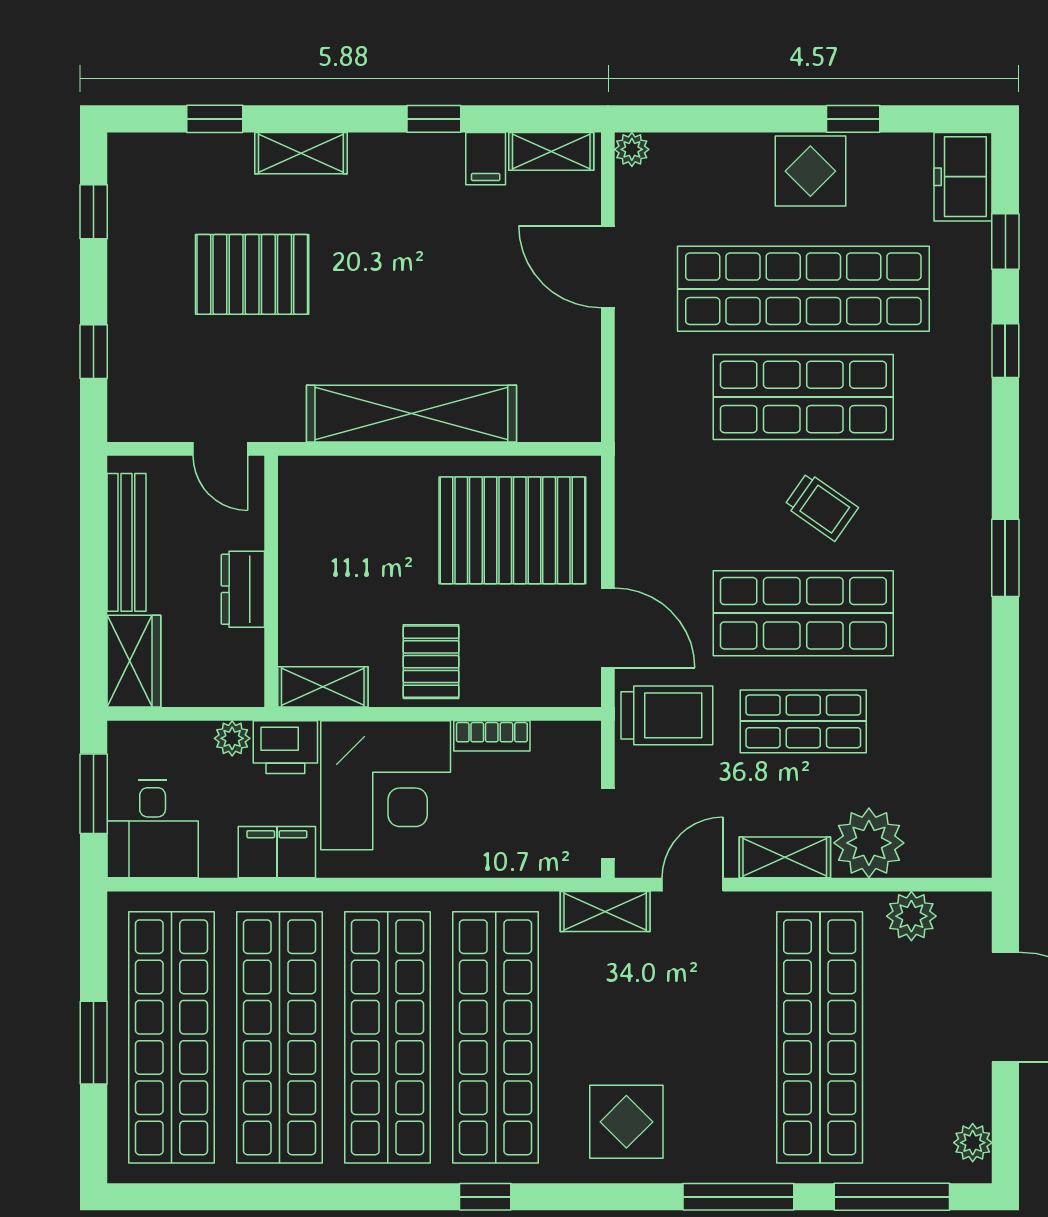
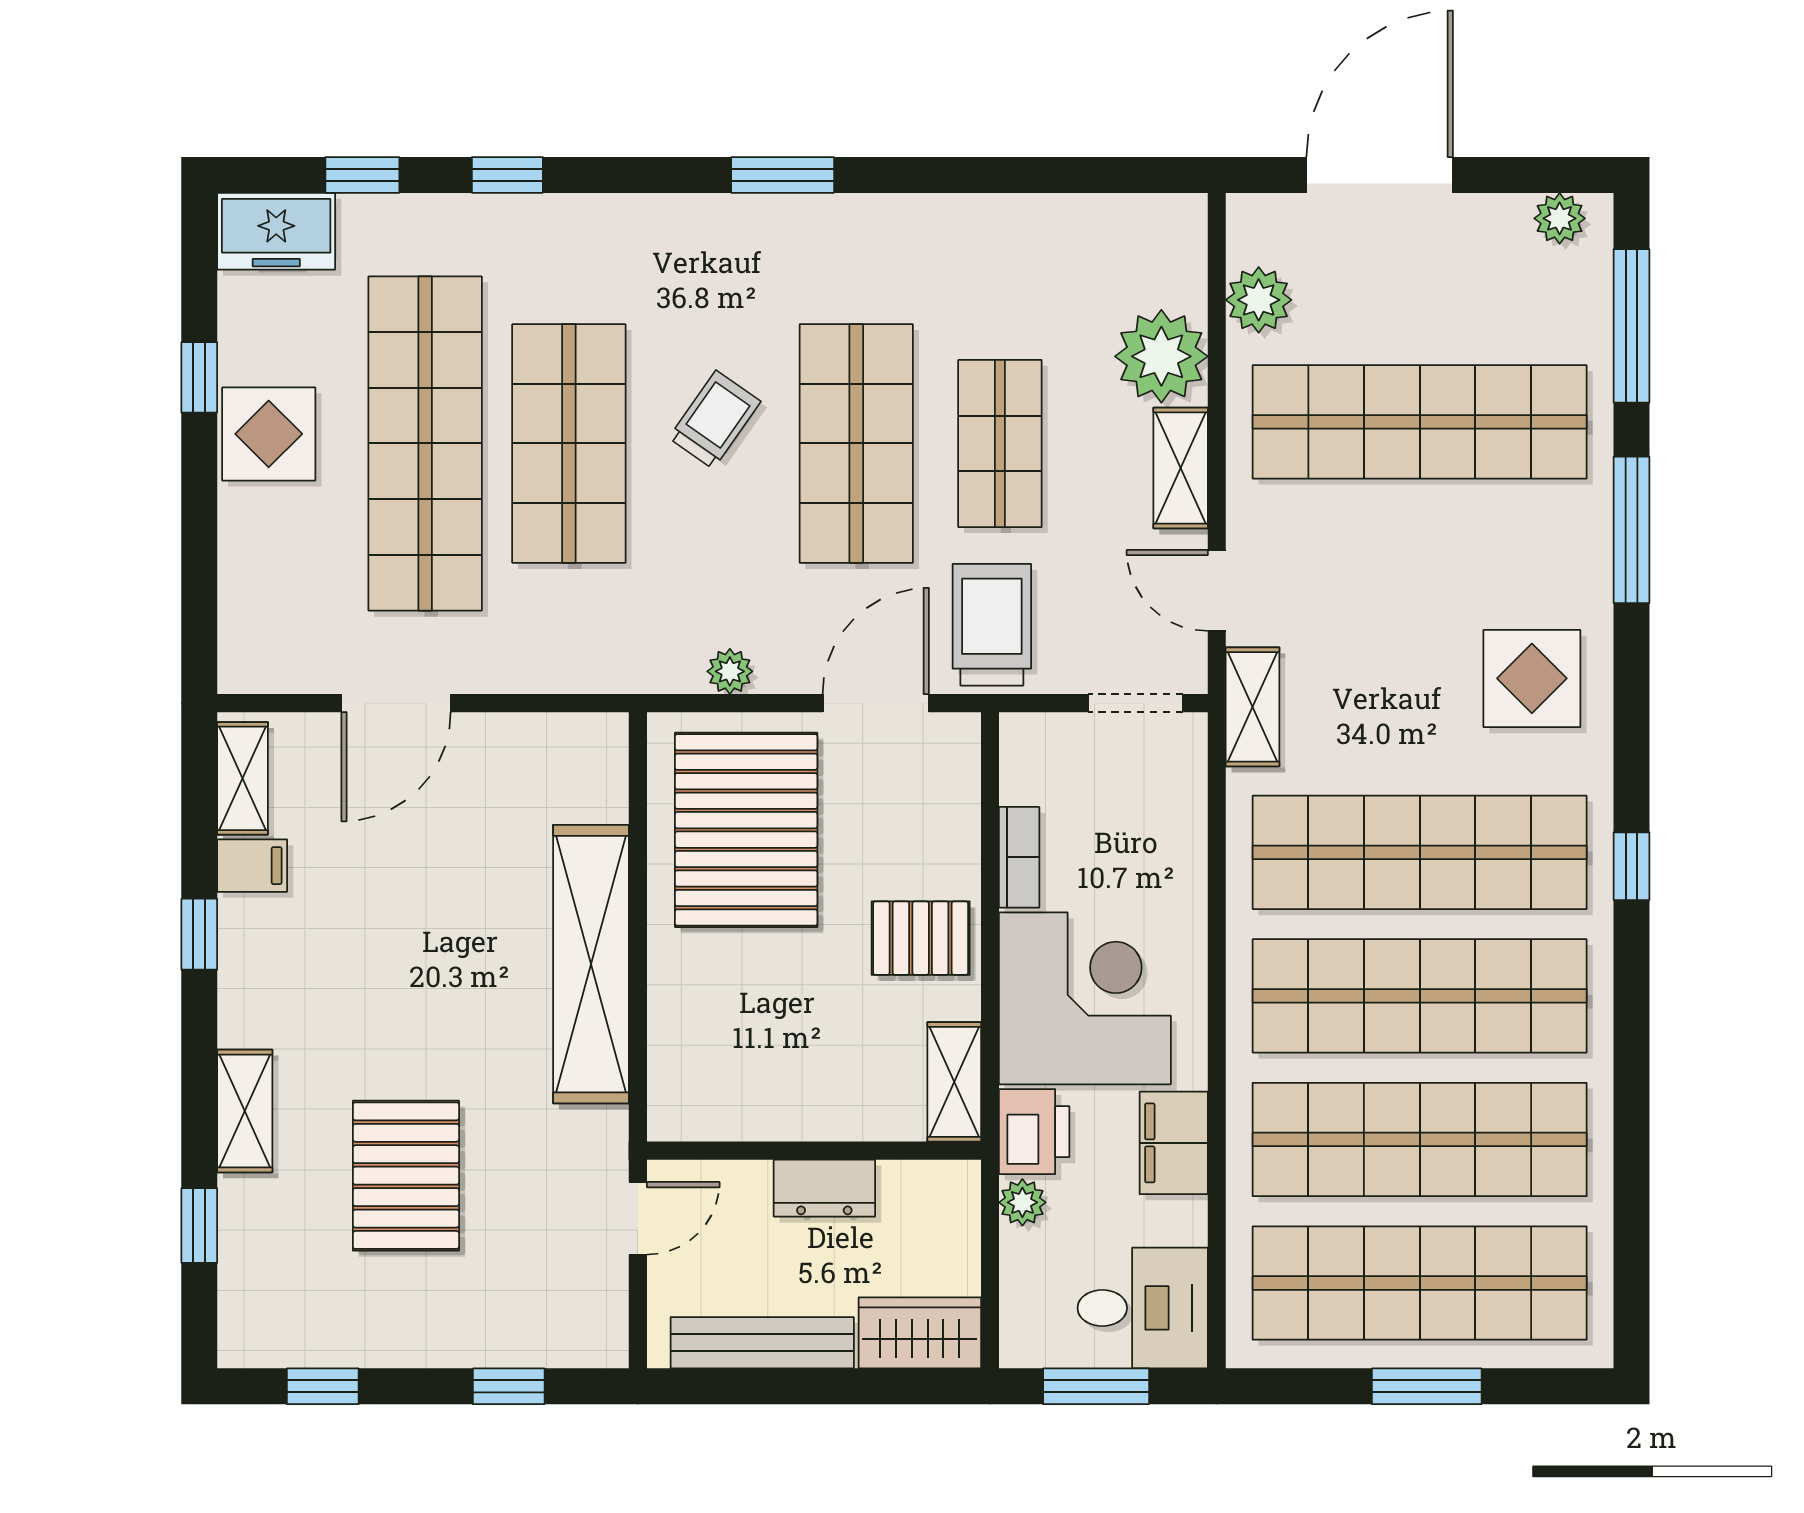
plant: (632, 149) -> (730, 671), moved

